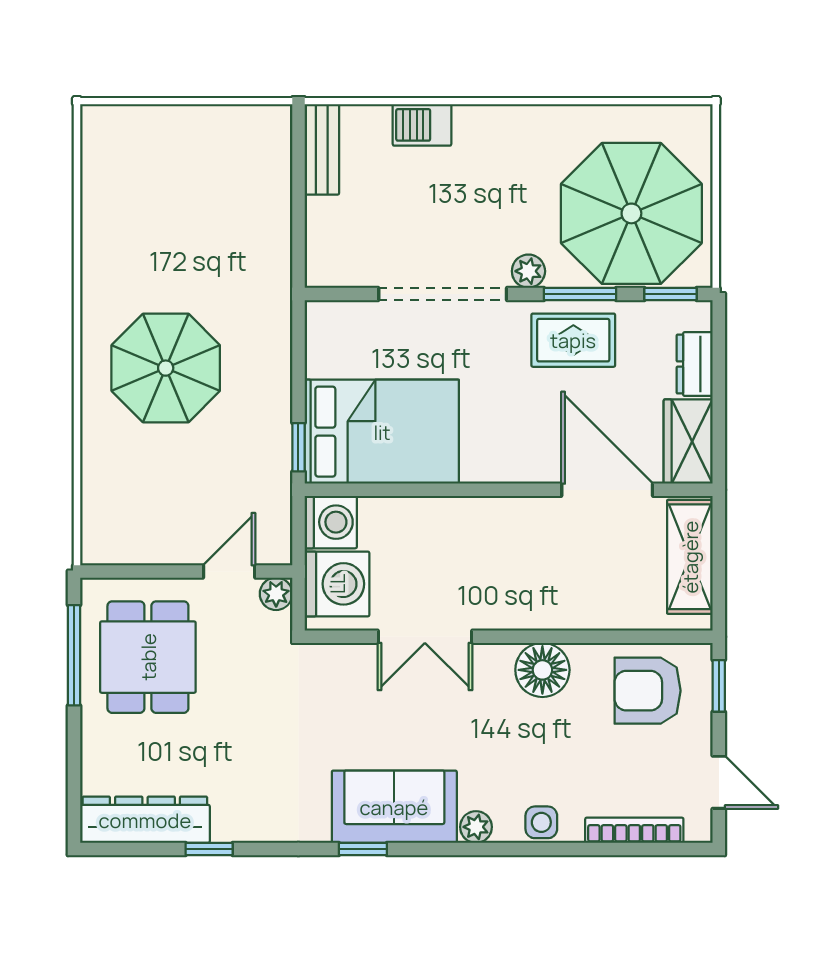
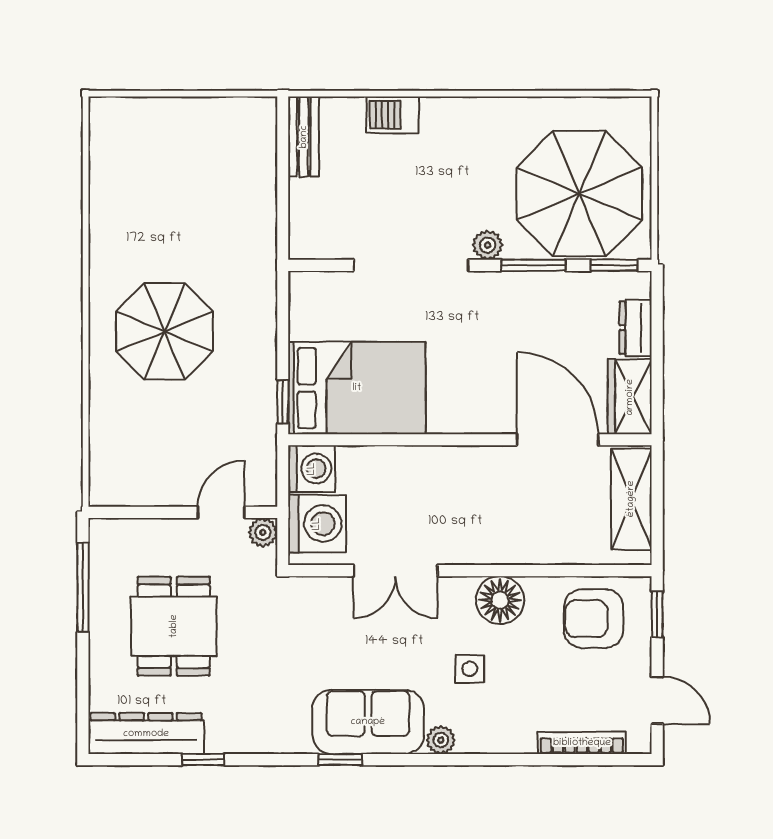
rug: (573, 340) -> (527, 307), removed
dining table: (148, 657) -> (174, 626), moved
side table: (541, 822) -> (470, 669), moved

